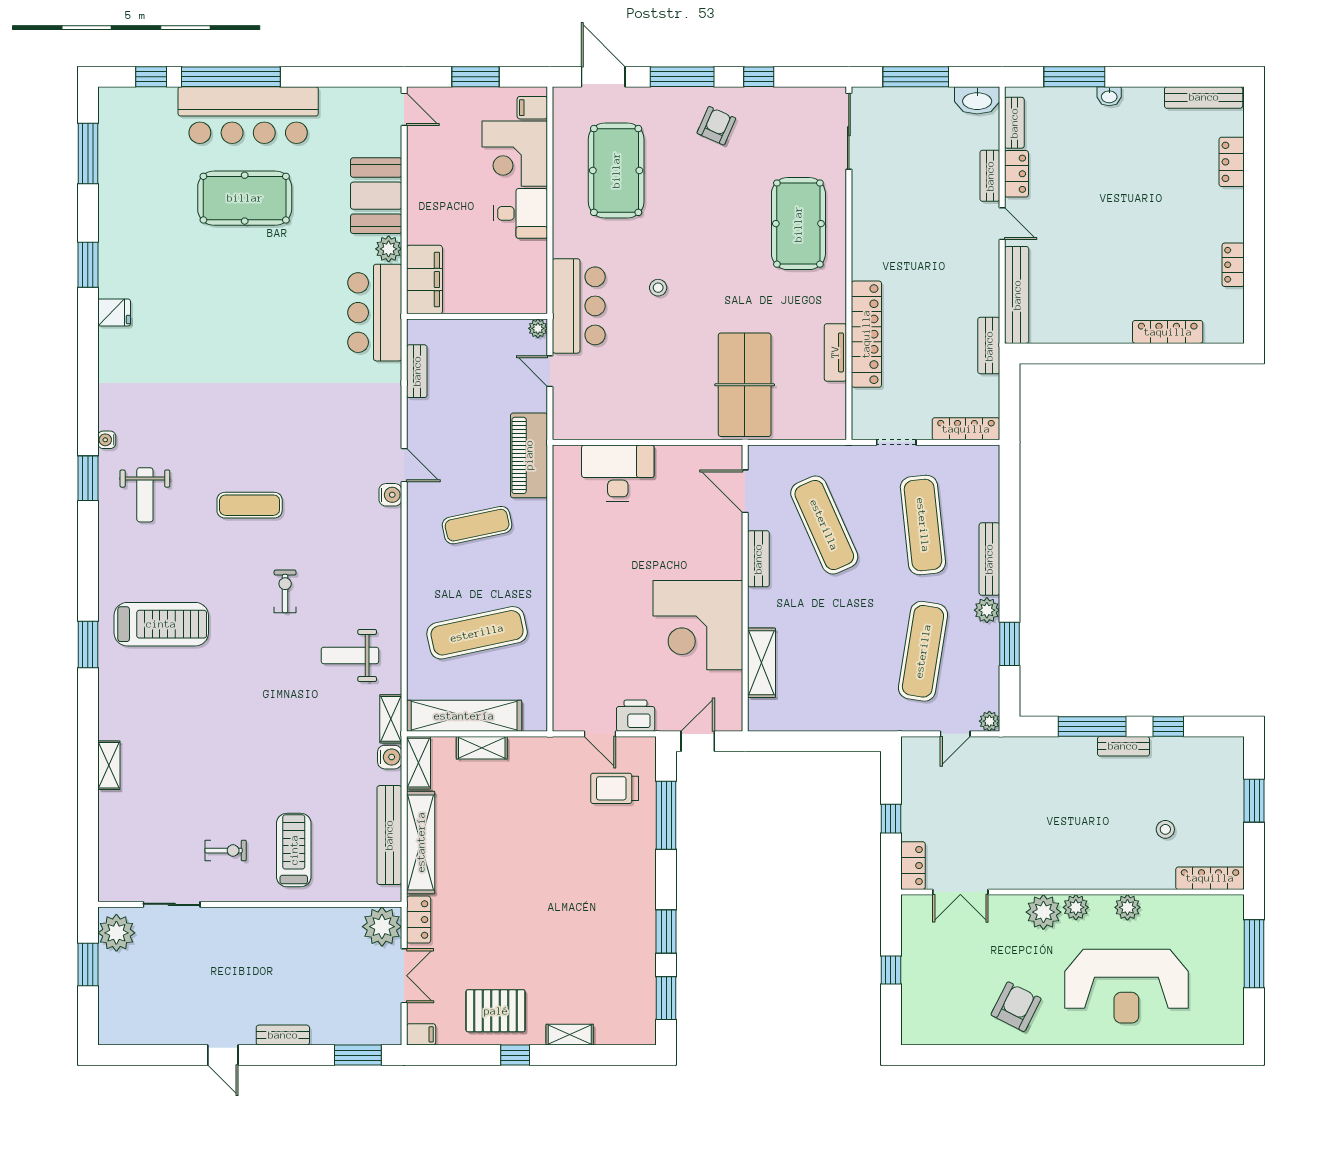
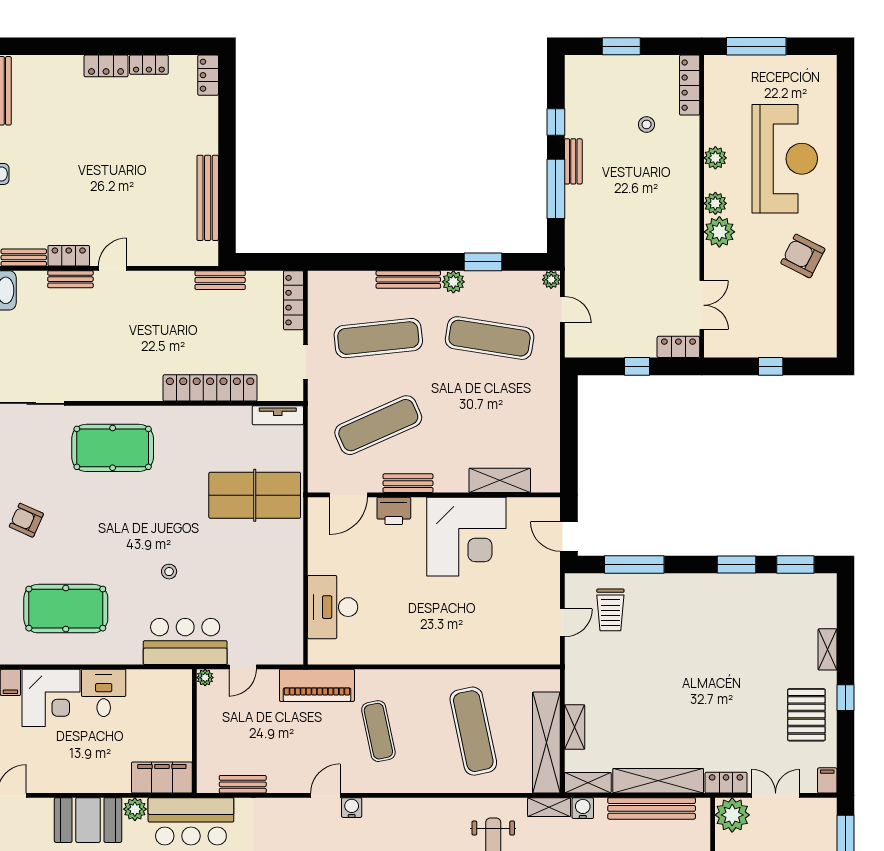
locker: (1232, 162) -> (106, 66), moved
bench: (1017, 295) -> (208, 198), moved, turned 90
locker: (1168, 332) -> (208, 75), moved, width x0.66
tv unit: (835, 352) -> (278, 415), moved
printer: (636, 716) -> (394, 511), moved, turned -90

